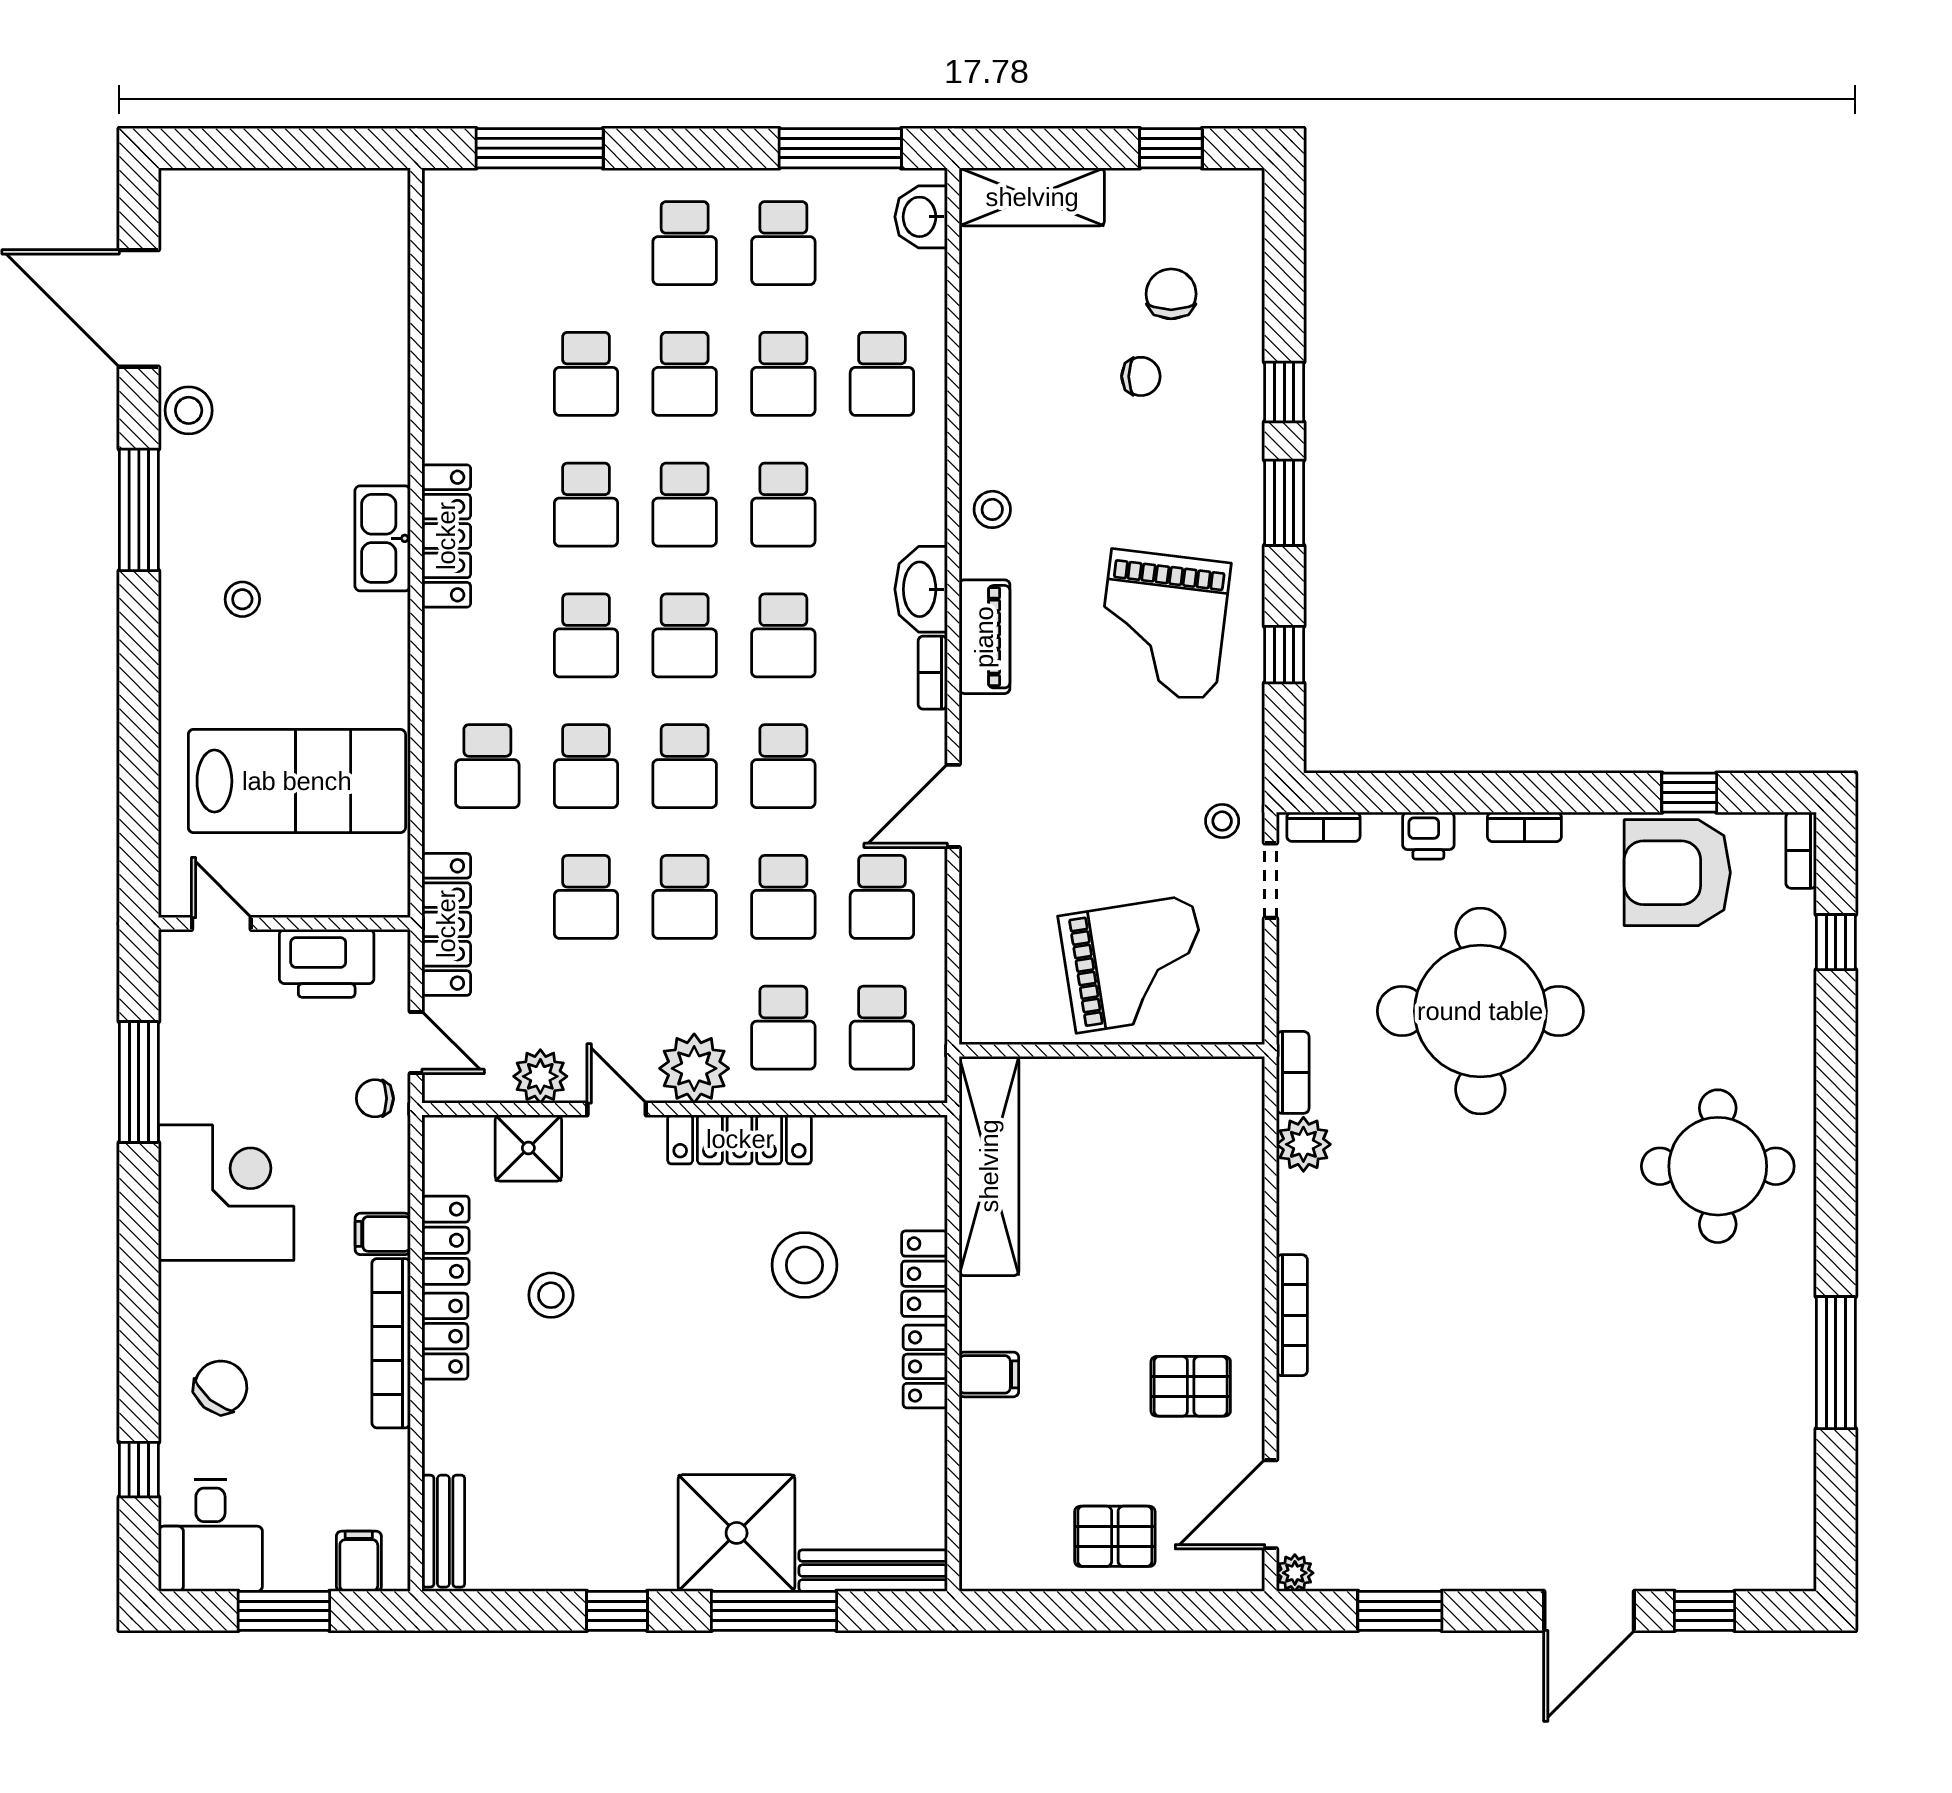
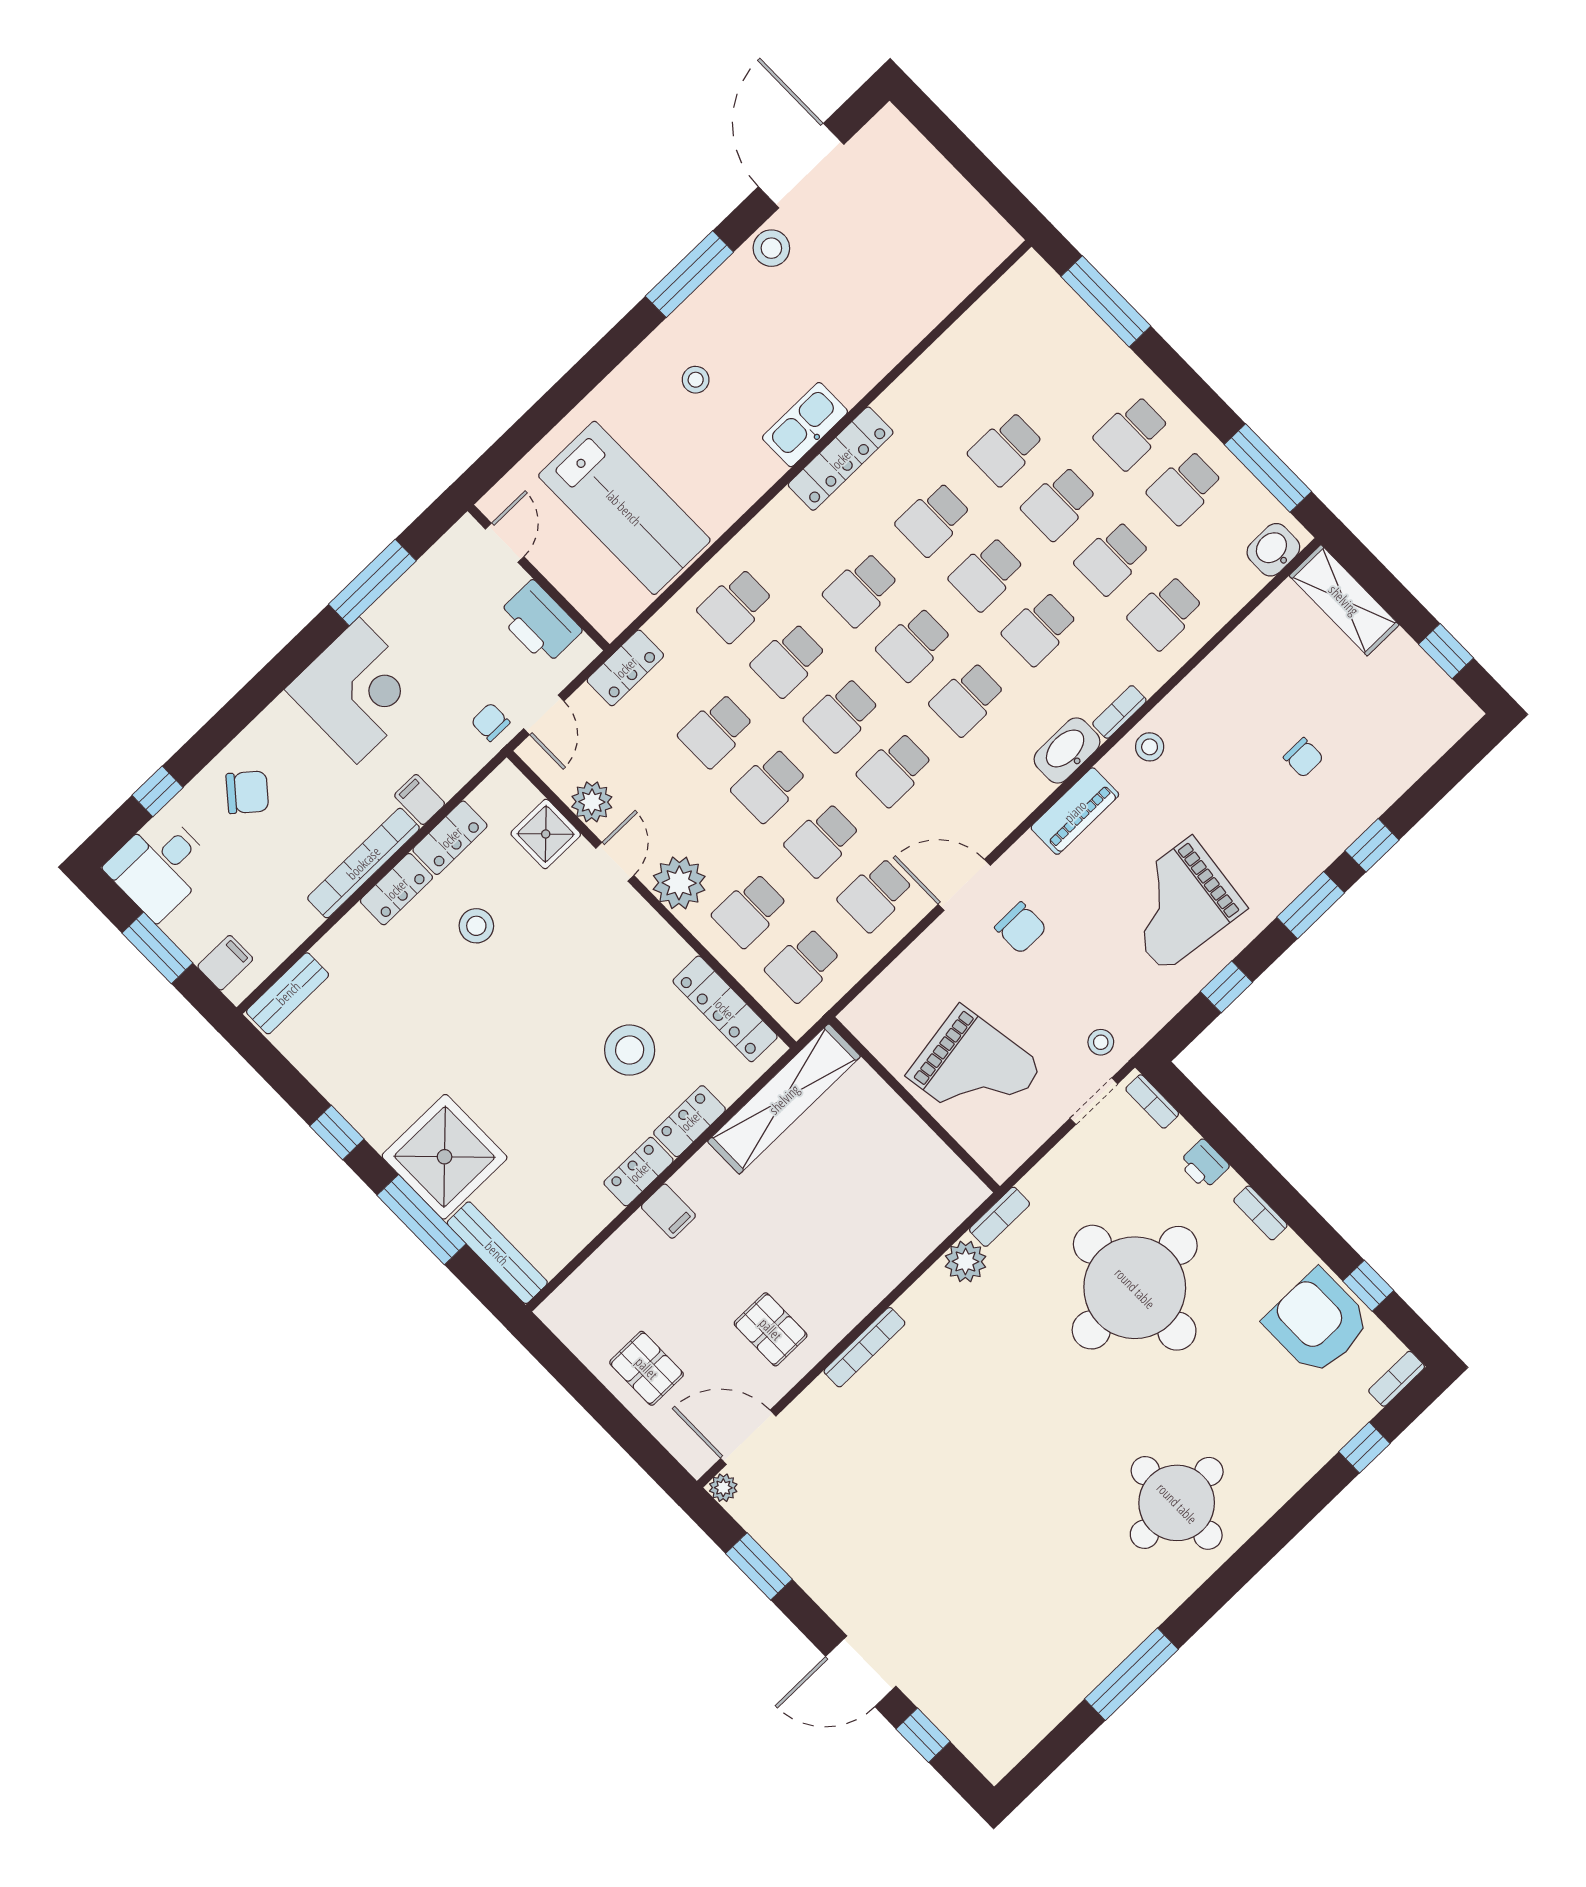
chair: (1171, 294) -> (1021, 928), moved, turned 90
bookcase: (933, 673) -> (1119, 712), moved
locker: (446, 924) -> (625, 668), width x0.66
locker: (740, 1139) -> (725, 1009), moved

